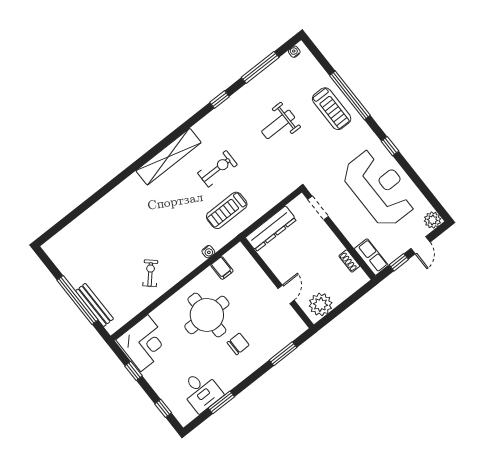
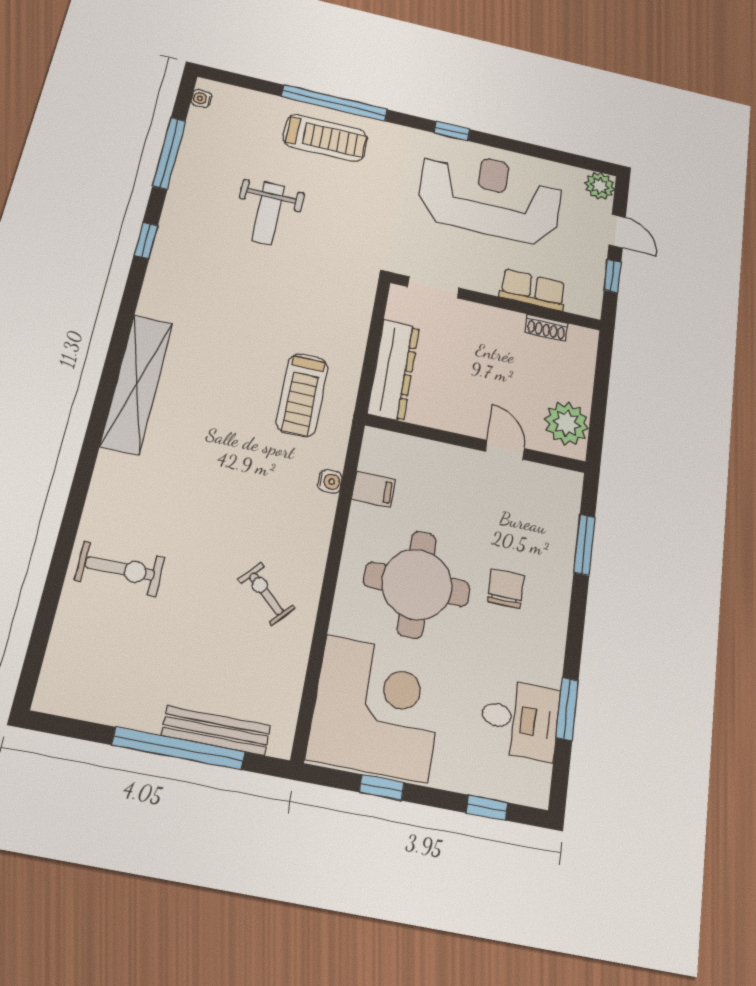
exercise bike: (217, 169) -> (120, 569), moved, turned 90
row of seats: (371, 257) -> (533, 290), moved
corner desk: (144, 343) -> (377, 708), width x1.36, depth x1.36

